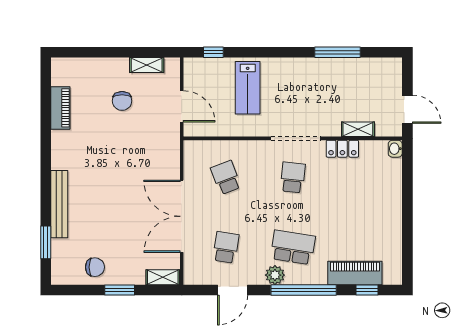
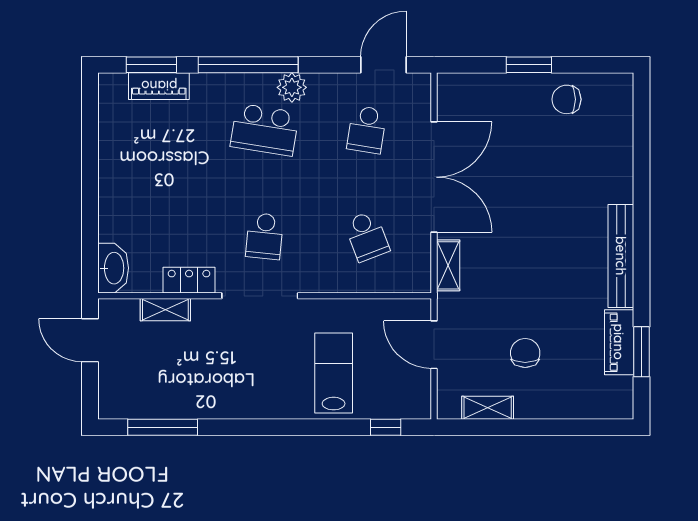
window: (337, 52) -> (163, 427), moved
washbasin: (395, 149) -> (113, 268), width x1.91, depth x1.45
bench: (59, 204) -> (621, 256), moved
window: (46, 242) -> (642, 352), moved
piano: (355, 273) -> (159, 86), width x0.73, depth x0.75
shelving: (163, 277) -> (448, 265), moved, turned 90
door: (233, 290) -> (383, 65), moved
window: (367, 290) -> (151, 65), width x1.50

